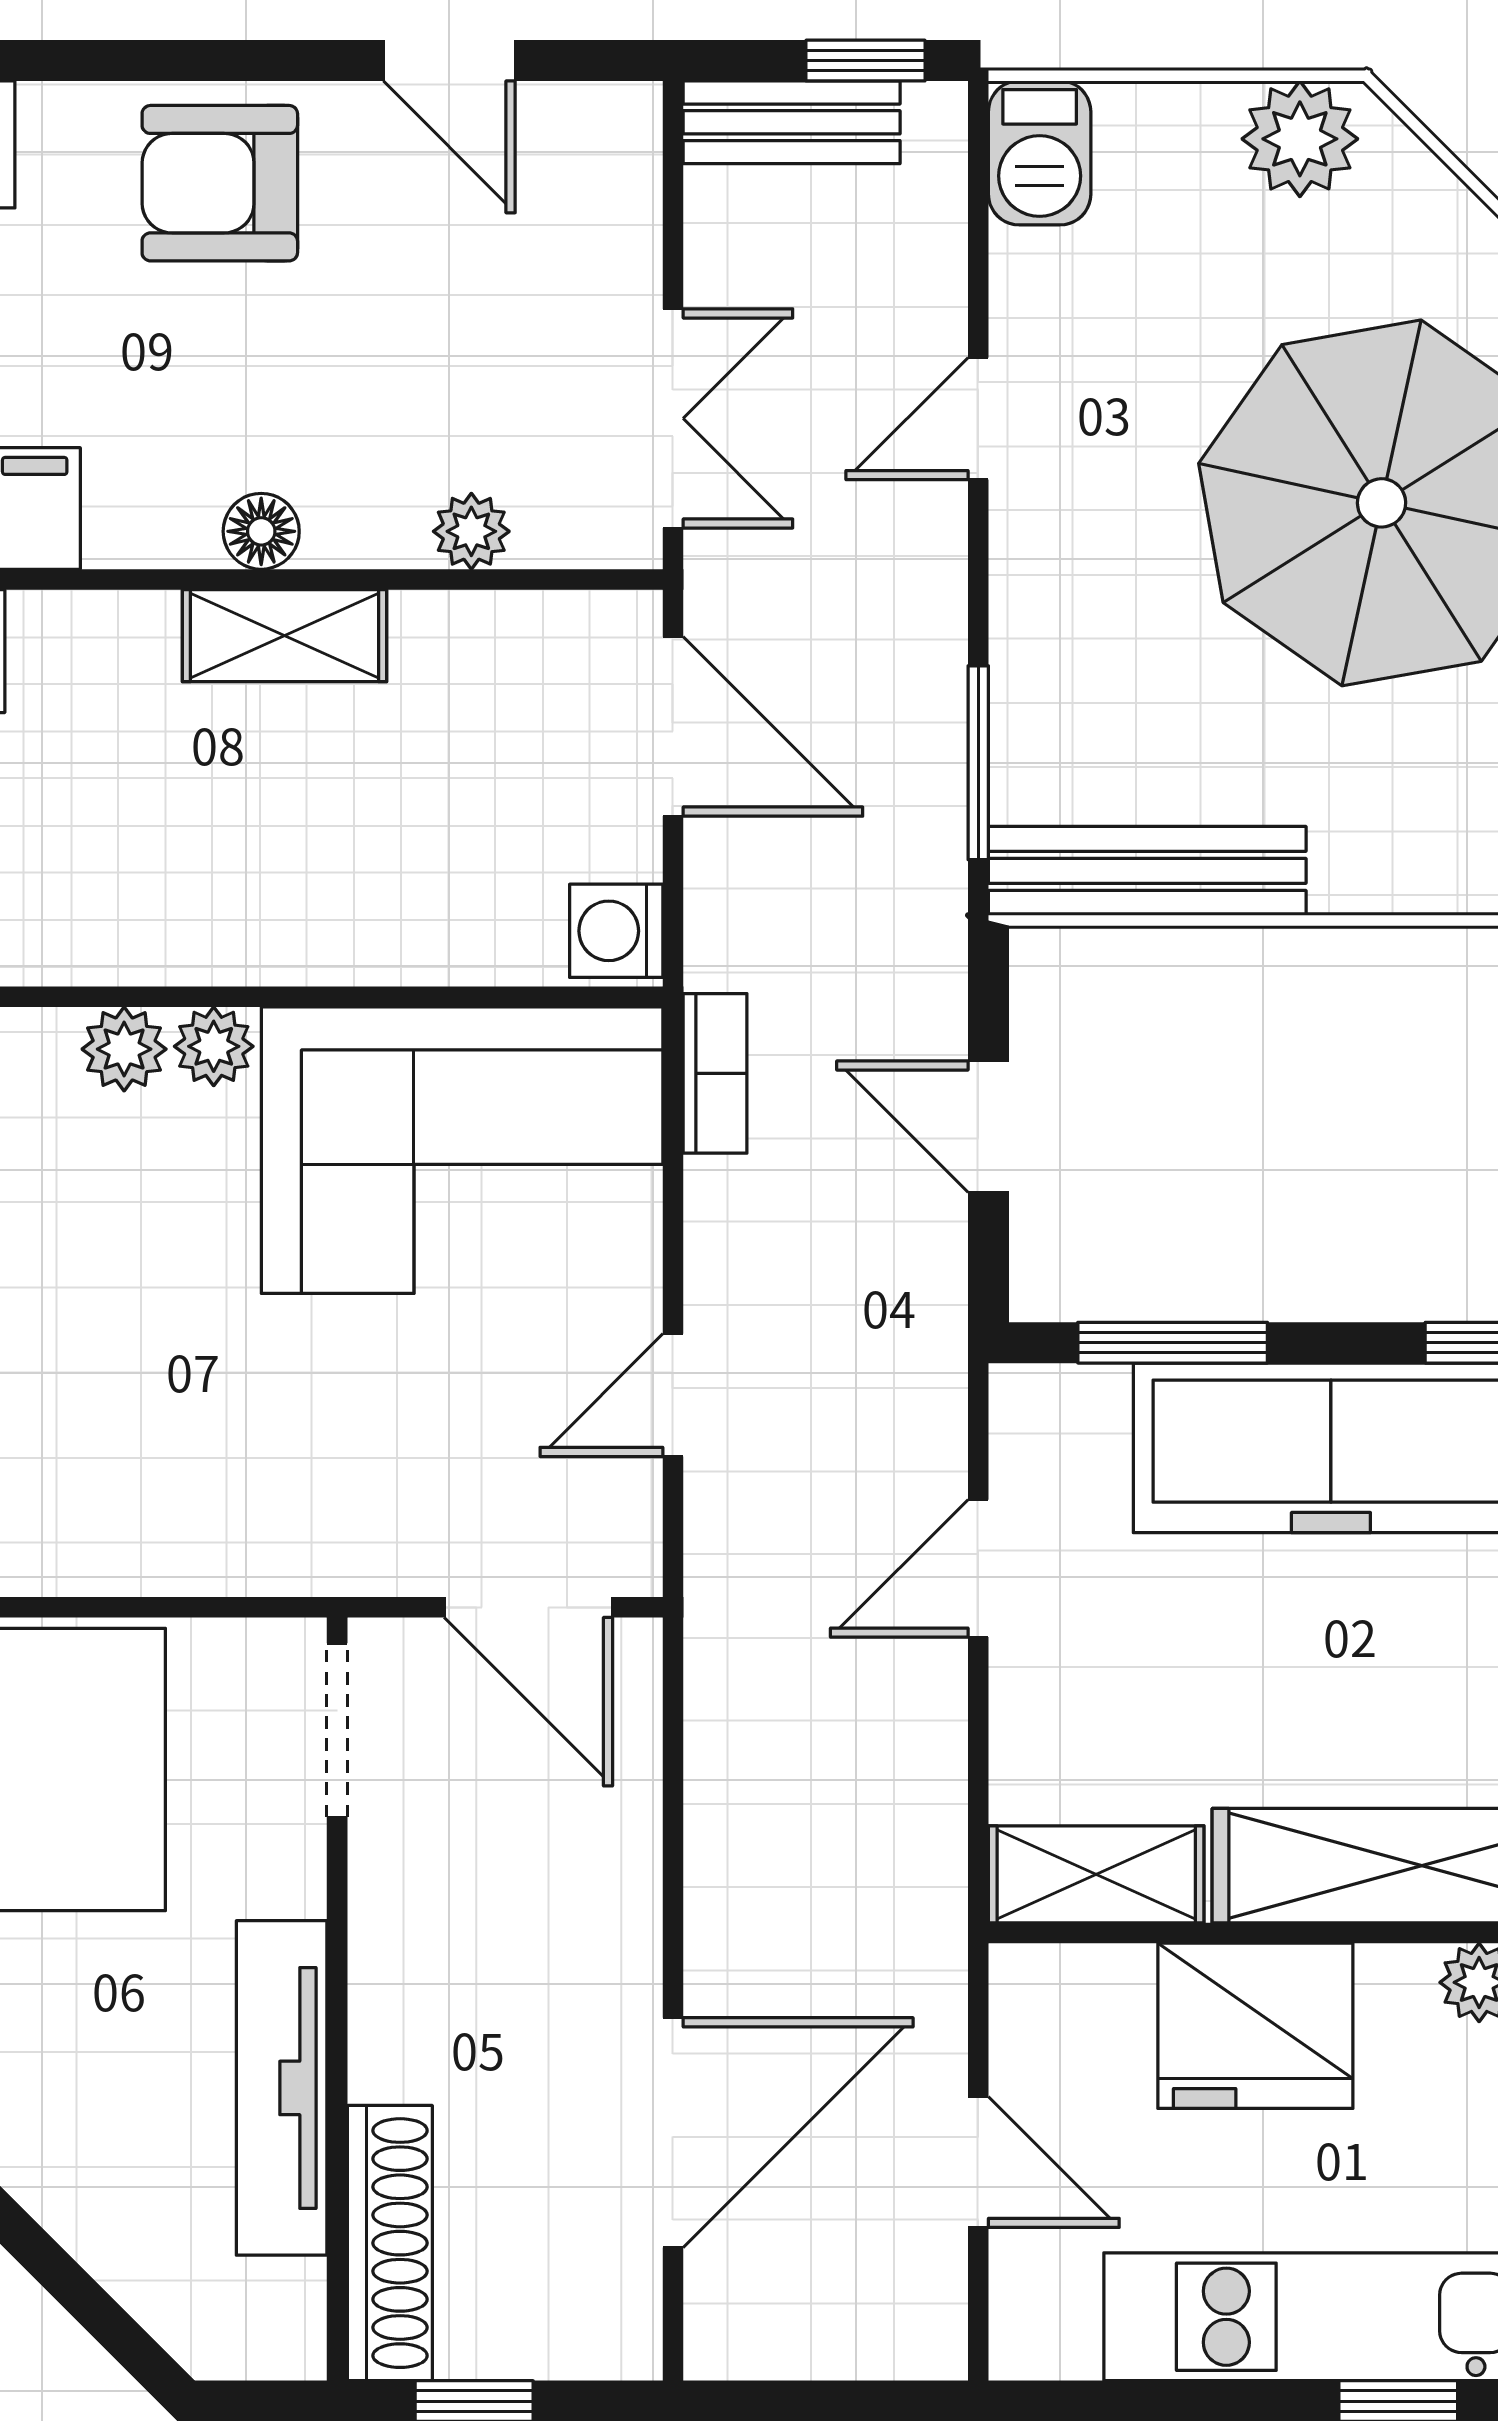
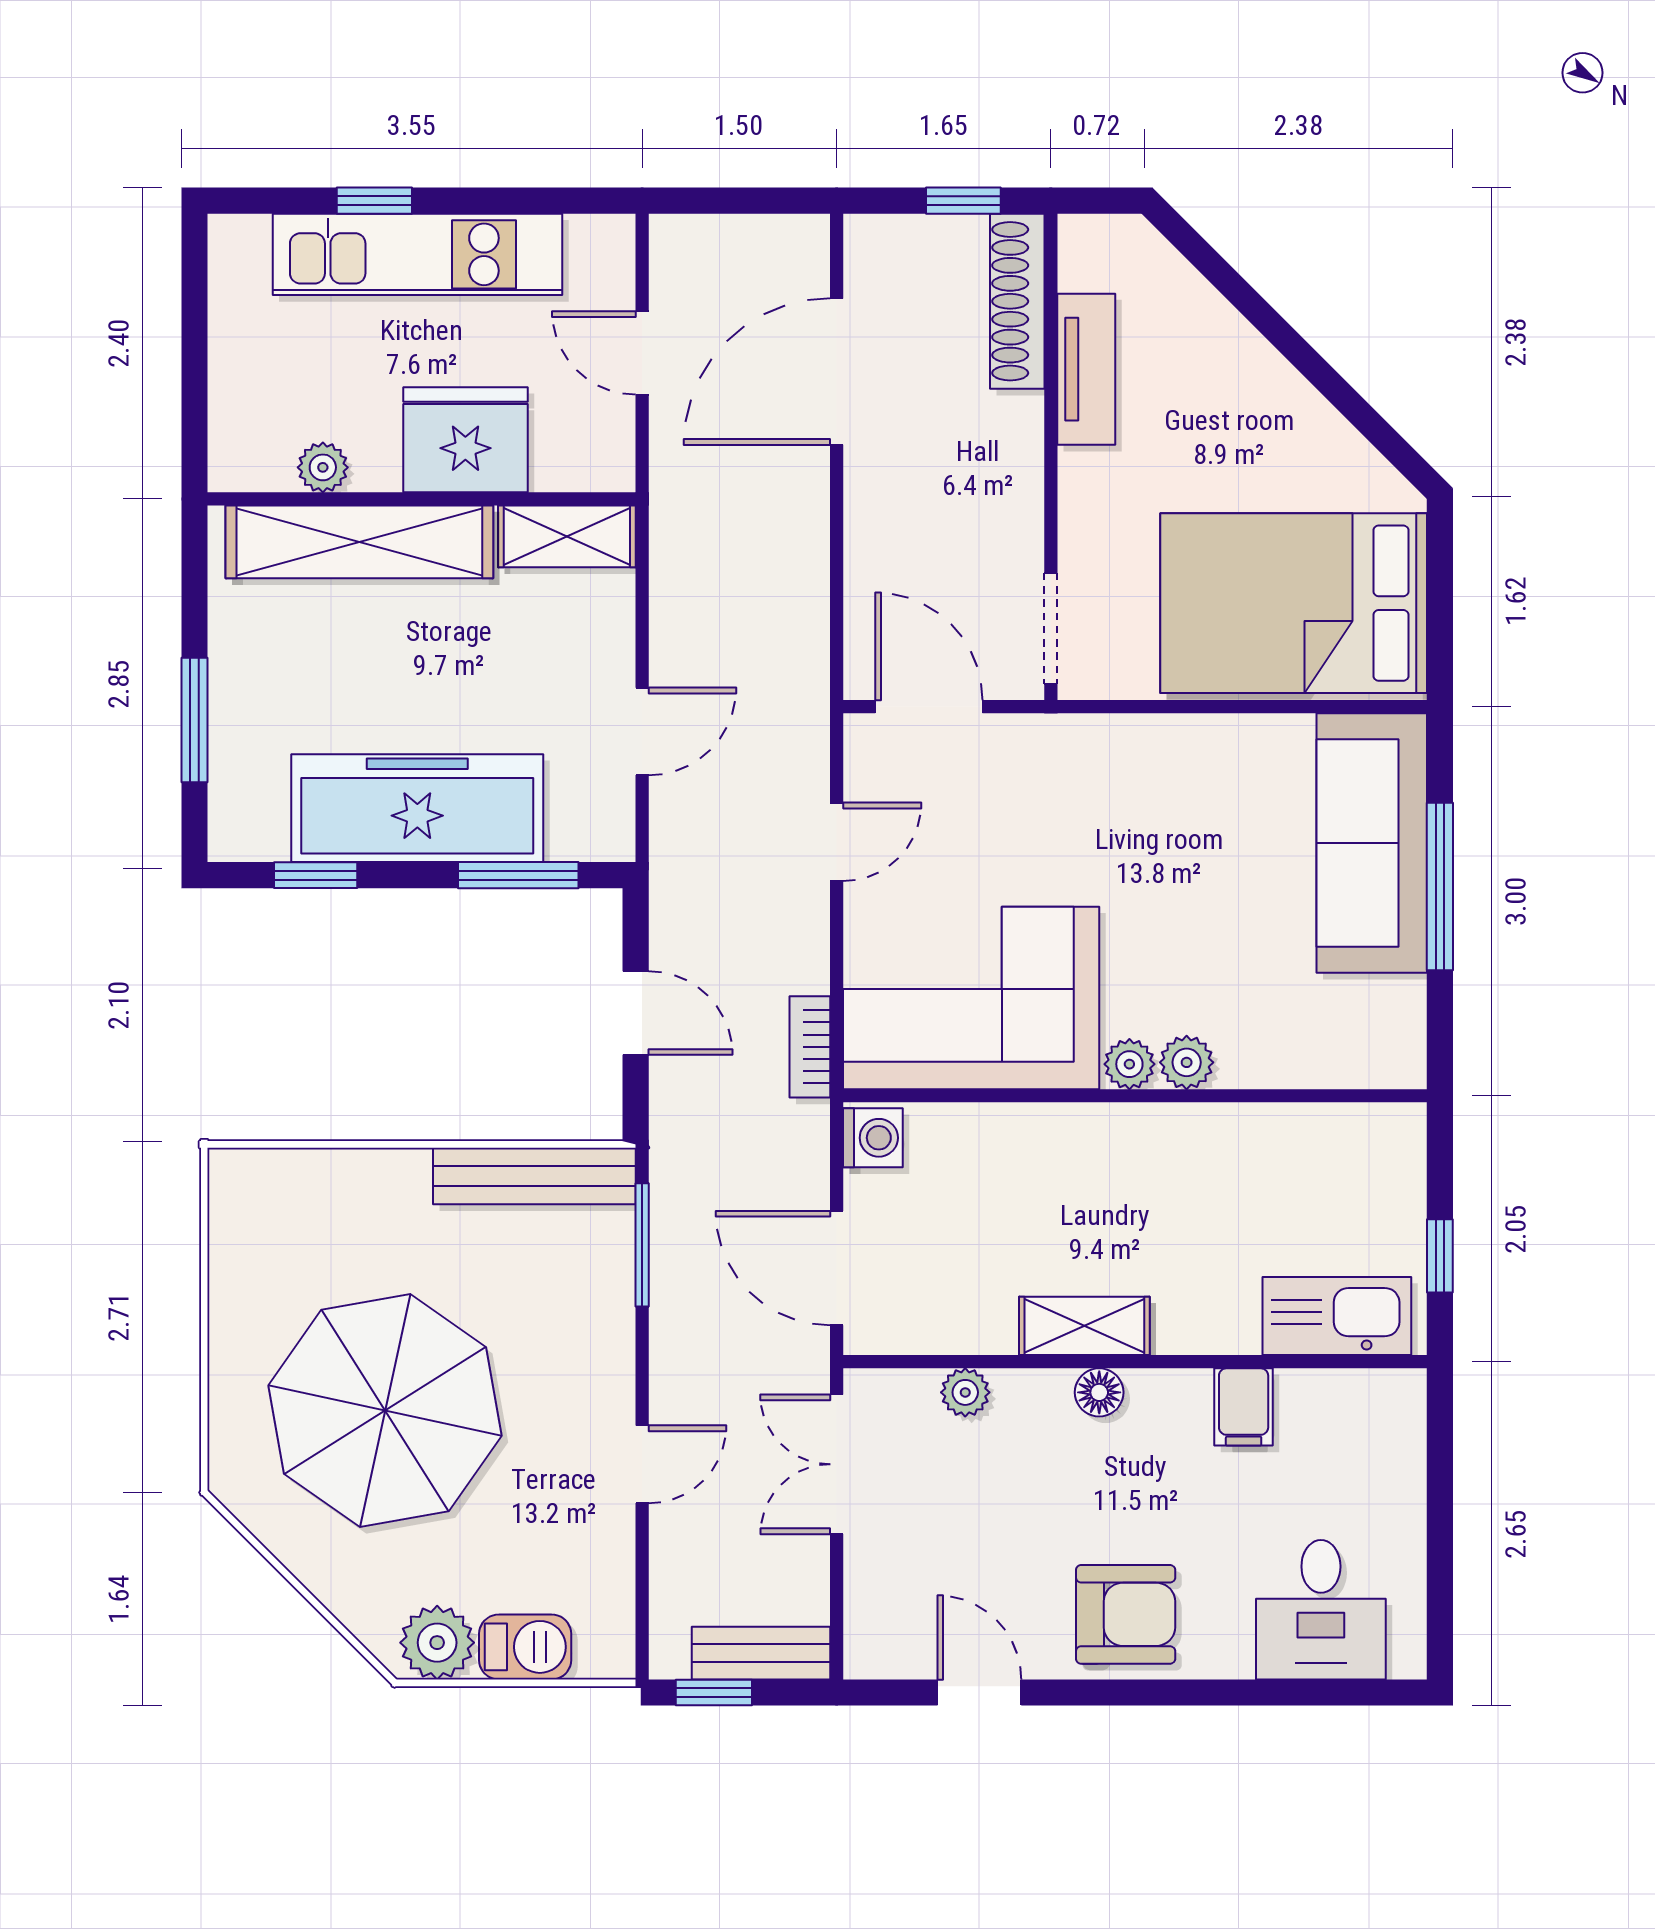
barbecue: (1040, 153) -> (525, 1647), moved, turned 90
tv unit: (282, 2088) -> (1086, 369), width x0.71

